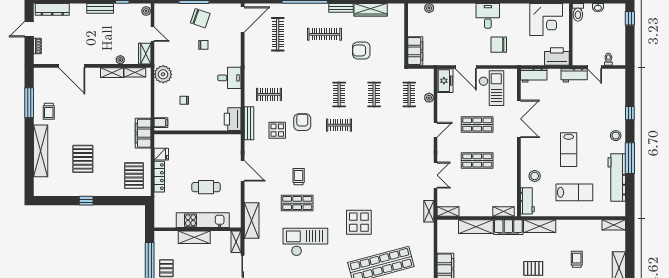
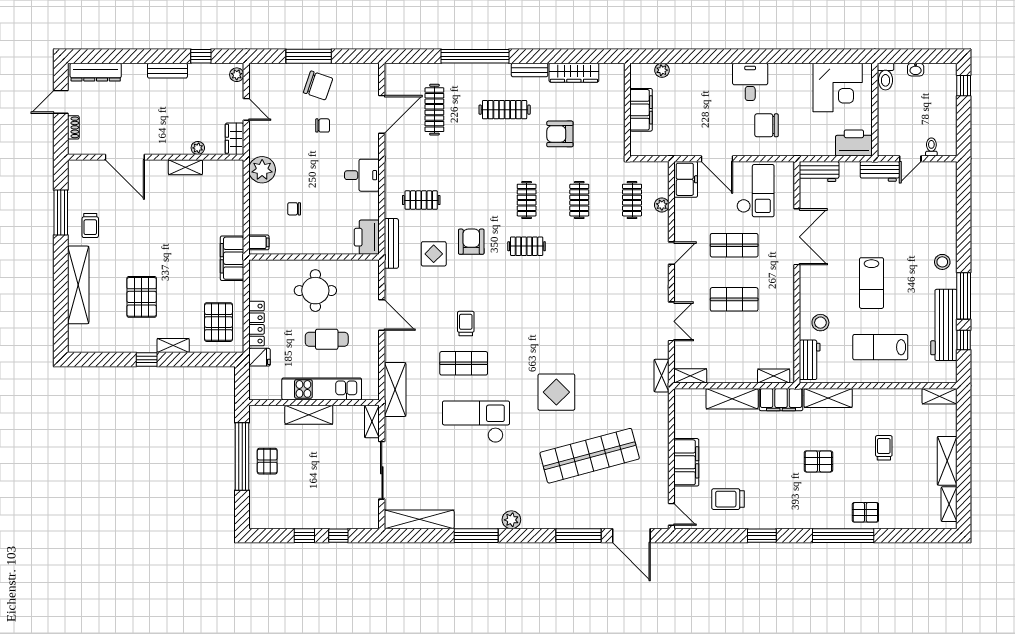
door: (243, 19) -> (382, 114), moved
filing cabinet: (415, 51) -> (641, 110), moved
door: (594, 67) -> (910, 159), hinge flipped
shelving: (135, 72) -> (173, 345), moved
window: (630, 113) -> (964, 340), moved
fridge: (161, 154) -> (259, 357), moved
round table: (198, 155) -> (315, 291), added
lab bench: (574, 192) -> (880, 347), turned 180

